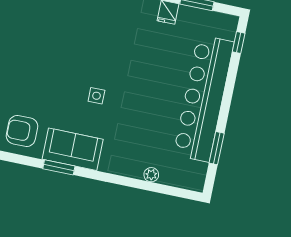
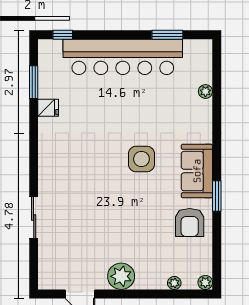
side table: (96, 96) -> (141, 159), width x1.87, depth x1.87
window: (59, 167) -> (217, 196), moved

